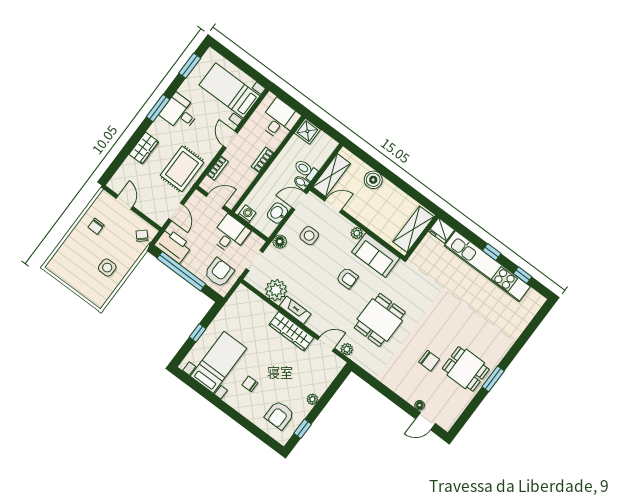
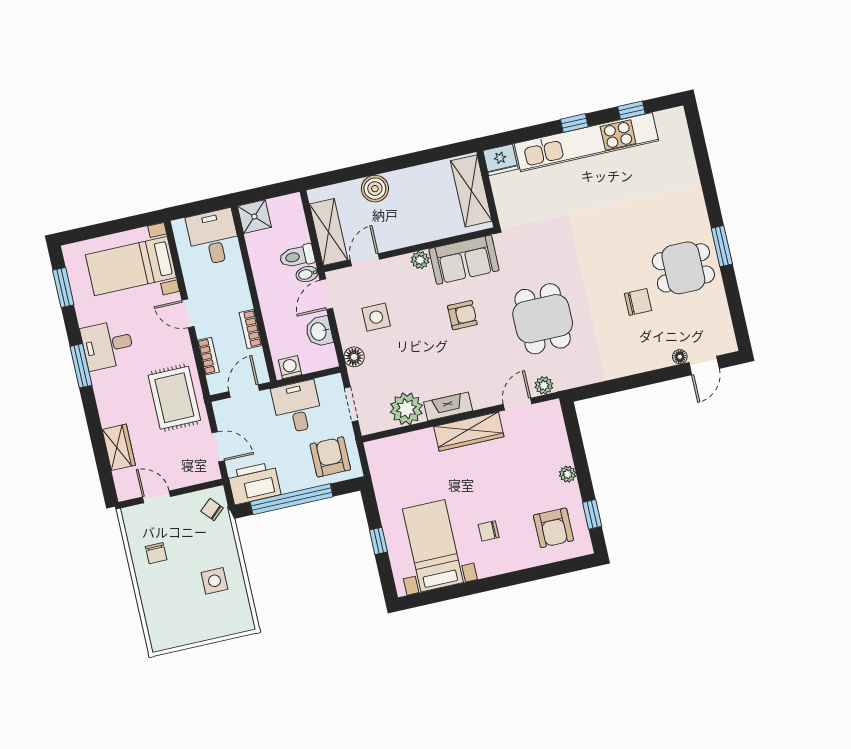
wardrobe: (144, 148) -> (119, 447), moved
bookcase: (263, 160) -> (251, 329), moved

